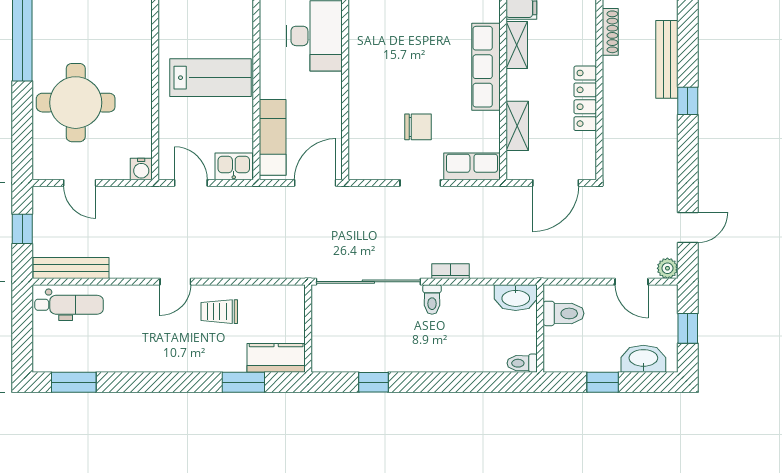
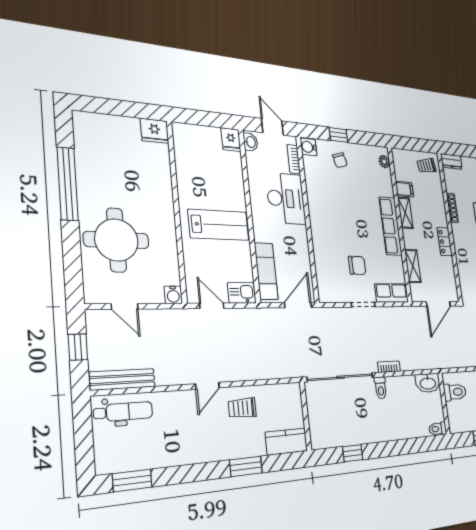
locker: (585, 98) -> (445, 242), width x0.66
window: (243, 382) -> (246, 466), moved

